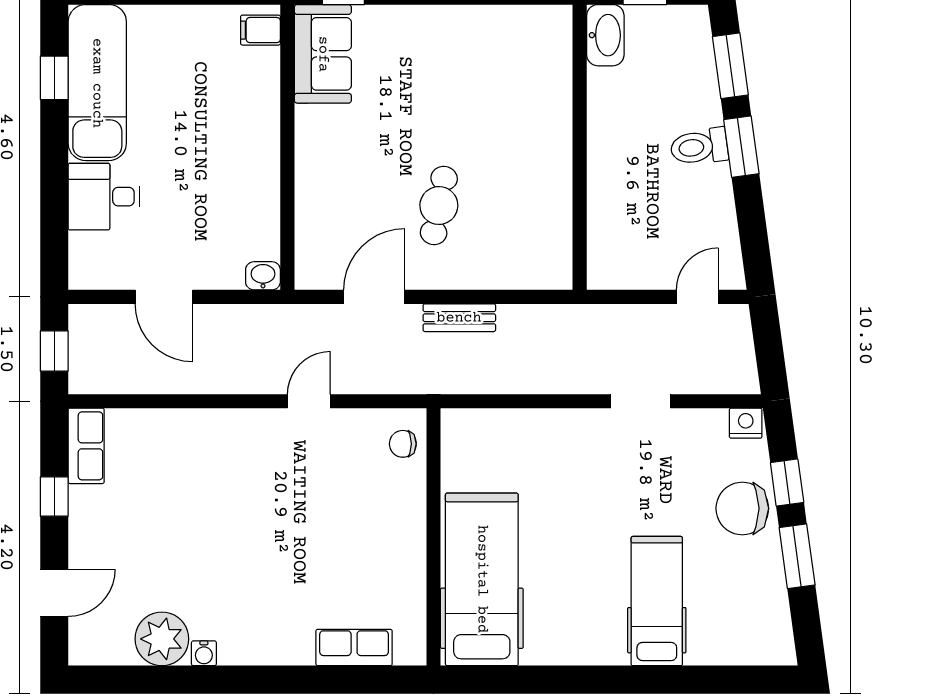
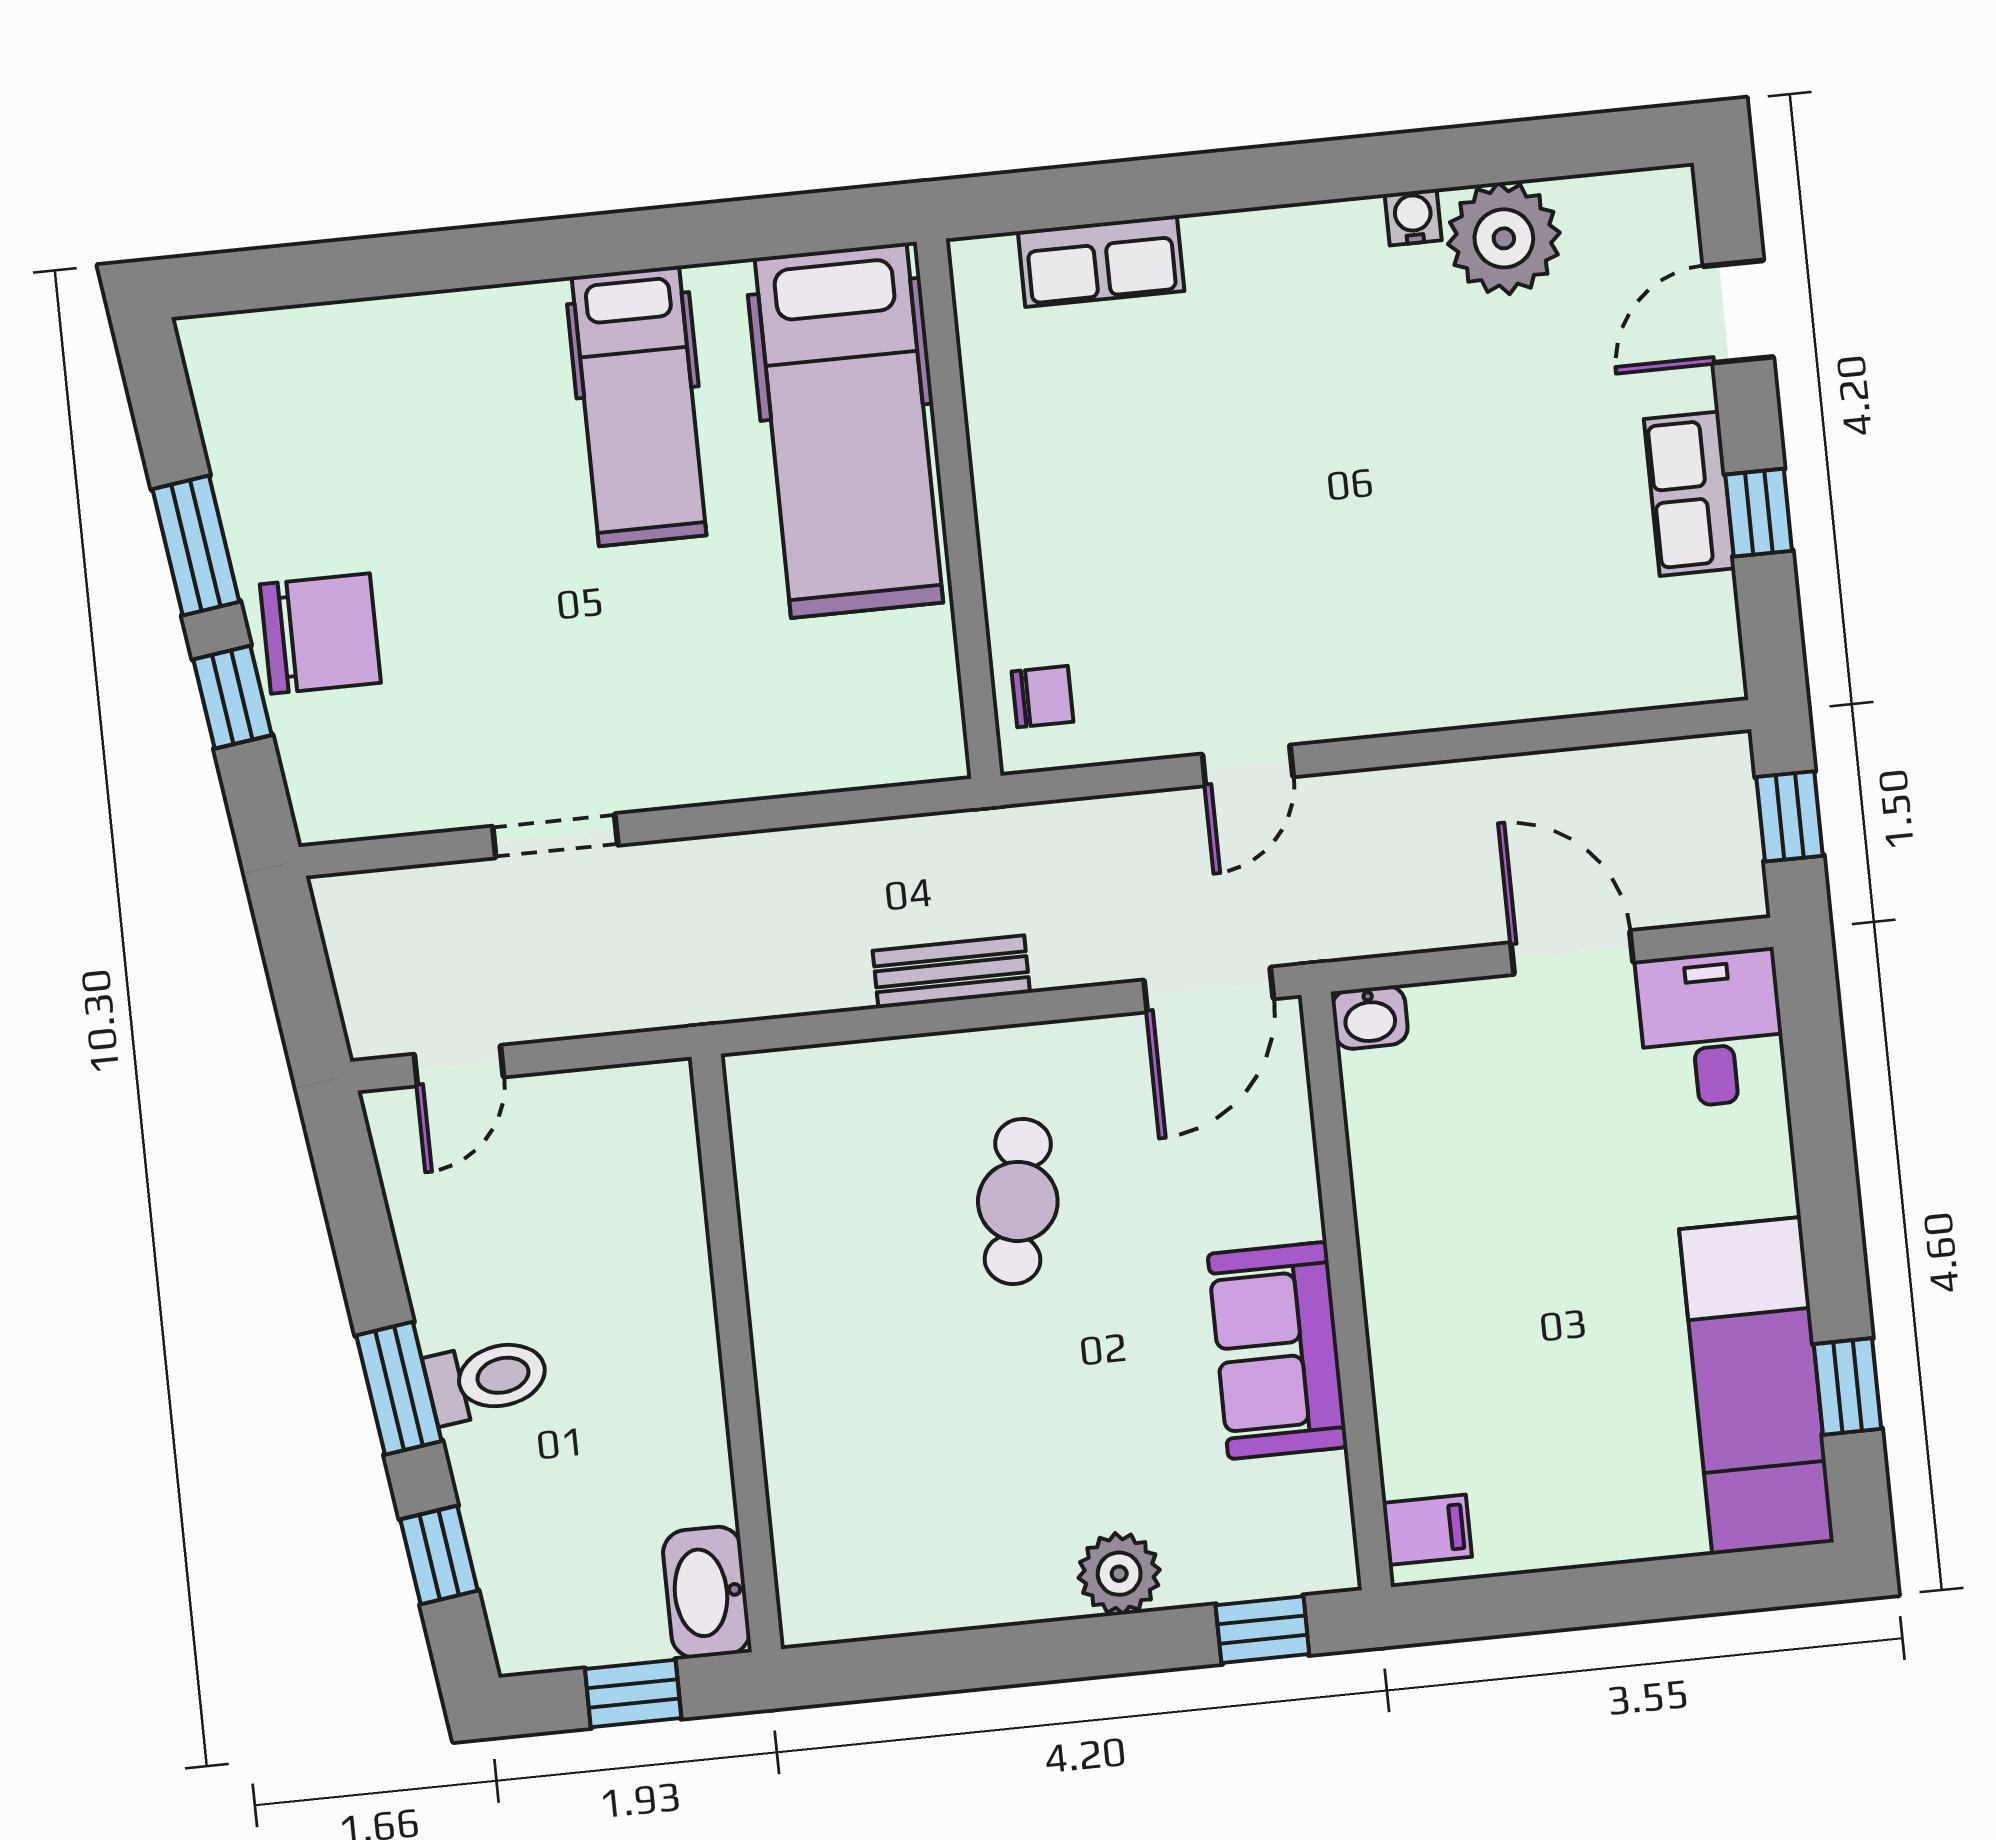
plant: (409, 24) -> (1119, 1574), added
sofa: (323, 54) -> (1278, 1350), moved
window: (730, 66) -> (439, 1555), width x0.67
desk: (104, 197) -> (1712, 1029), moved, turned -90
door: (374, 297) -> (1209, 989), moved
nightstand: (746, 423) -> (331, 812), removed
row of seats: (86, 446) -> (1689, 494), moved
hospital bed: (657, 601) -> (639, 406), moved

